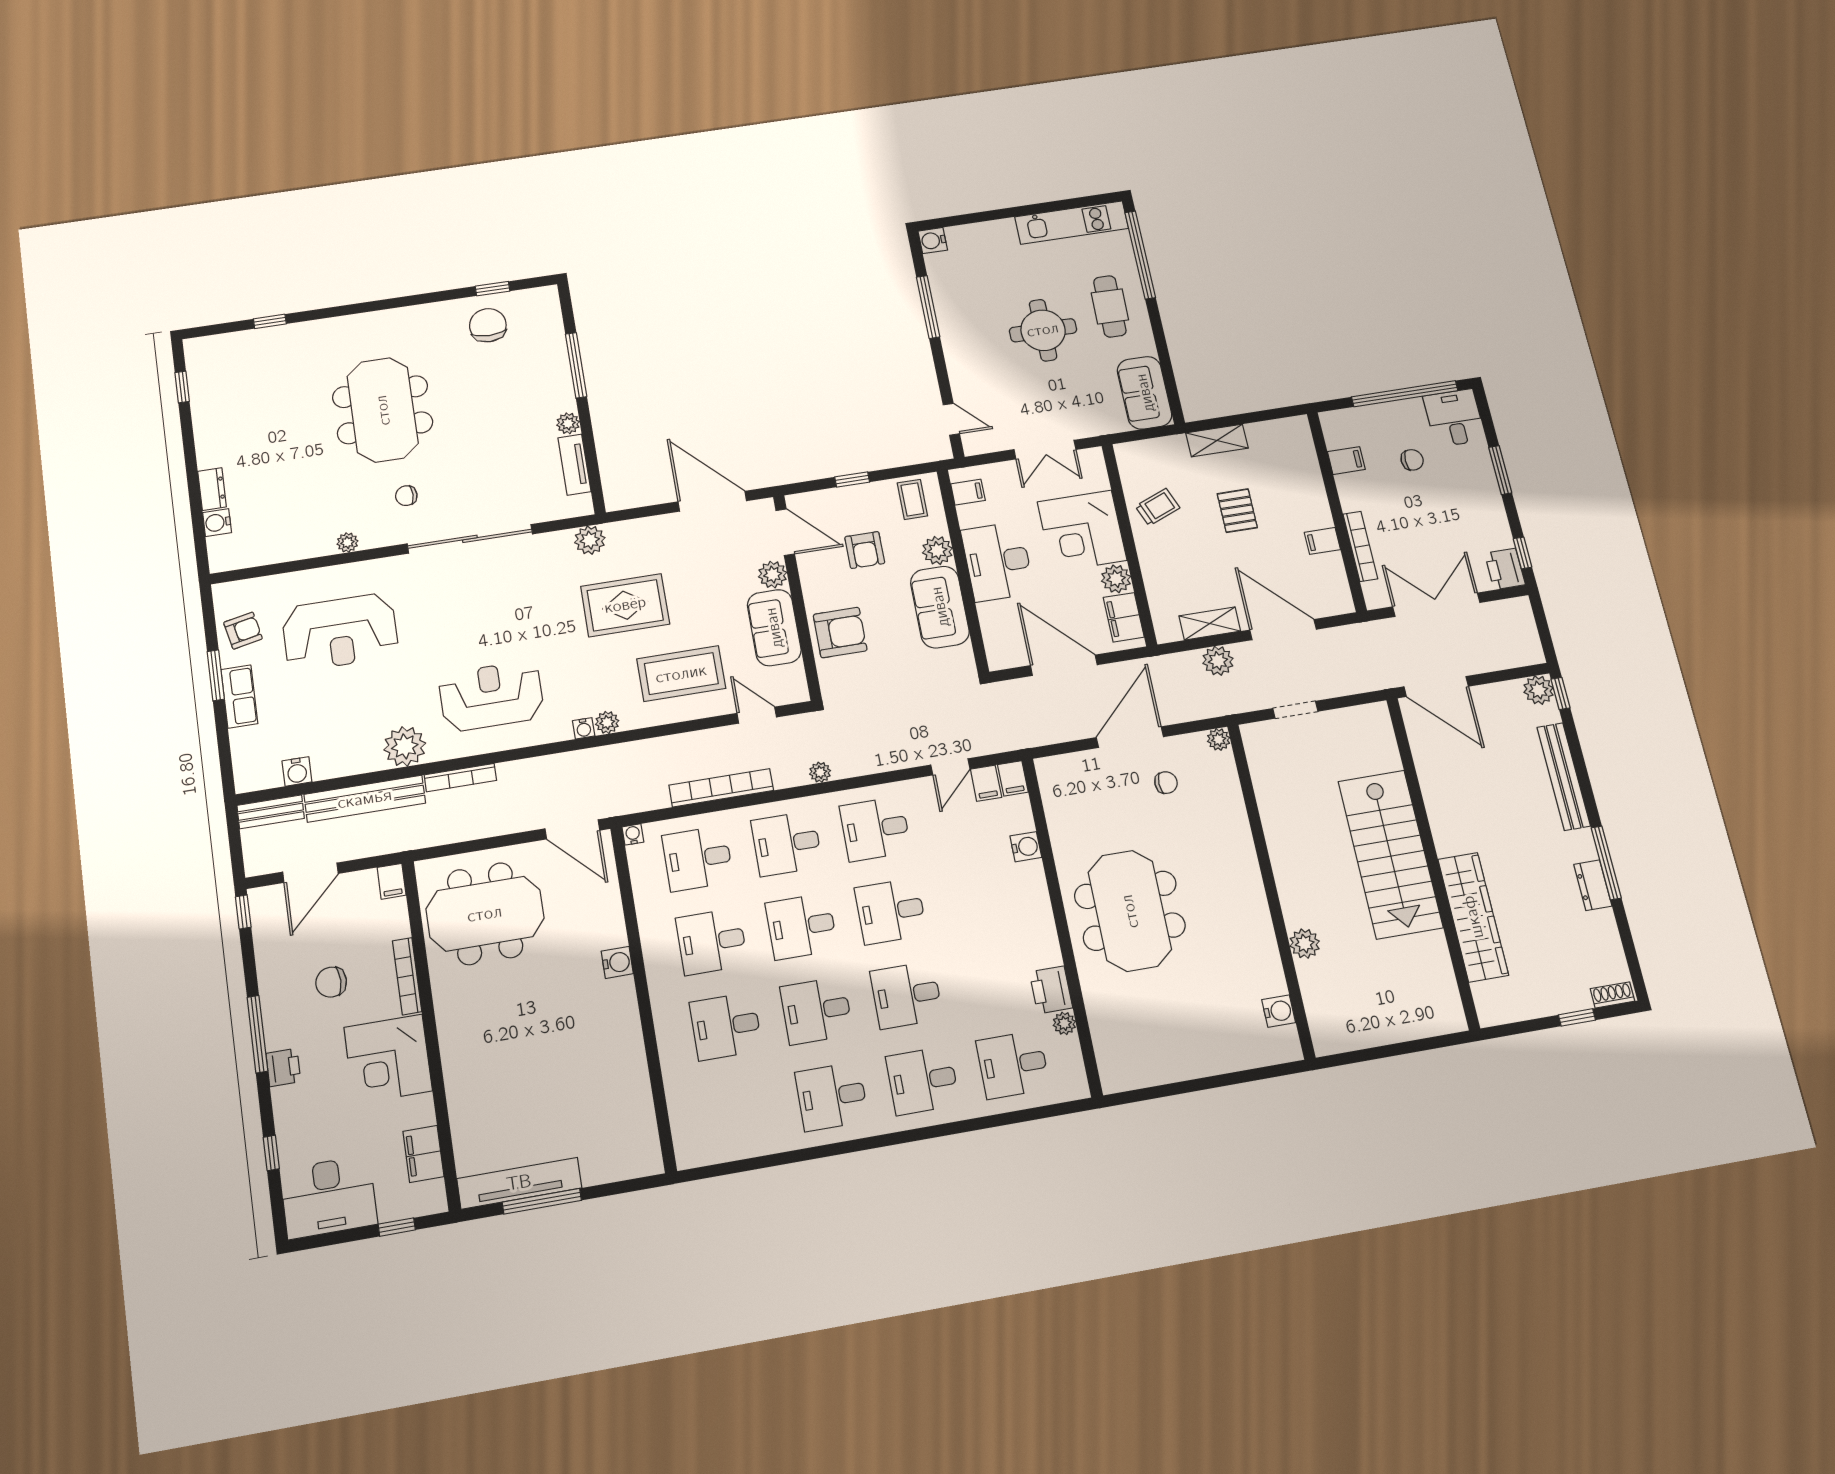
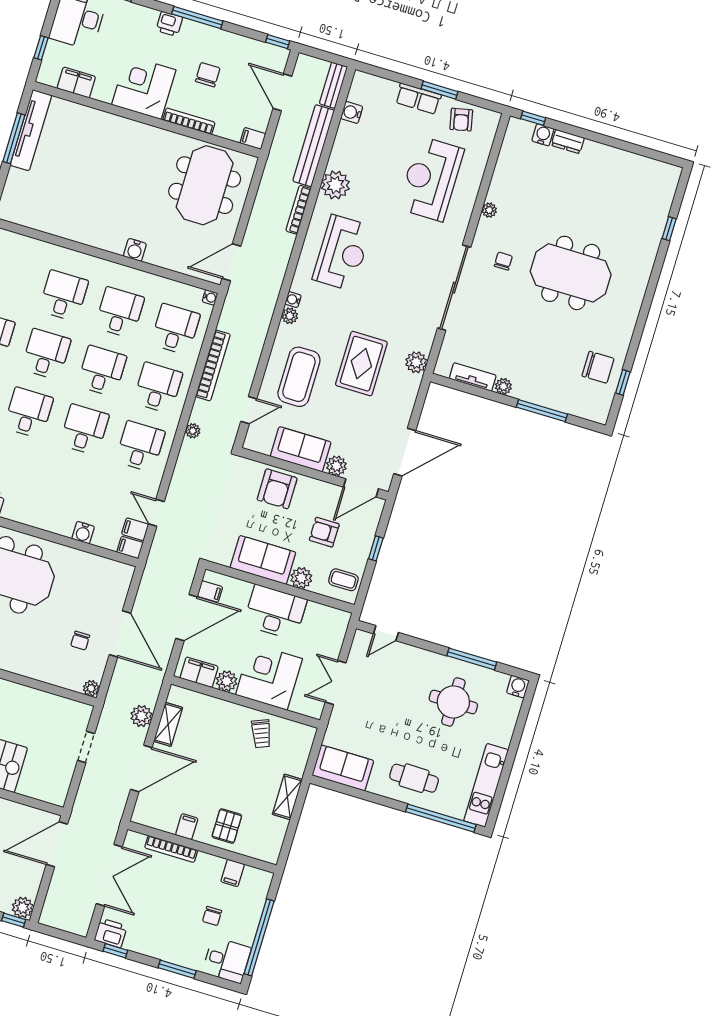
round table: (1043, 330) -> (453, 702), moved
window: (182, 387) -> (533, 118), moved
filing cabinet: (968, 492) -> (210, 591), moved, turned -90
pallet: (1237, 511) -> (227, 826), moved, turned 90

